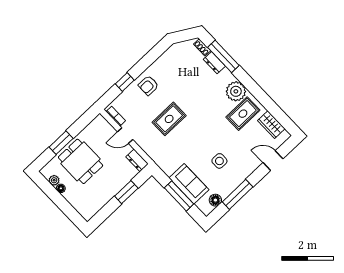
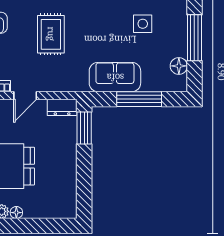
sofa: (189, 184) -> (115, 77), moved
window: (126, 192) -> (84, 128), moved

